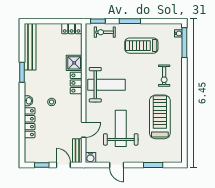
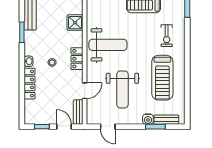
locker: (76, 83) -> (77, 59), moved
treadmill: (160, 117) -> (162, 78), turned 180
weight bench: (121, 128) -> (122, 89), turned 180
water cooler: (90, 158) -> (148, 119), moved
bench: (164, 158) -> (166, 120), added
door: (117, 165) -> (108, 127), moved

